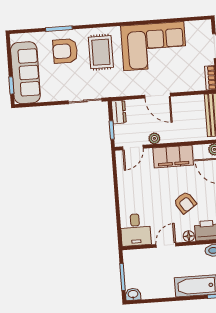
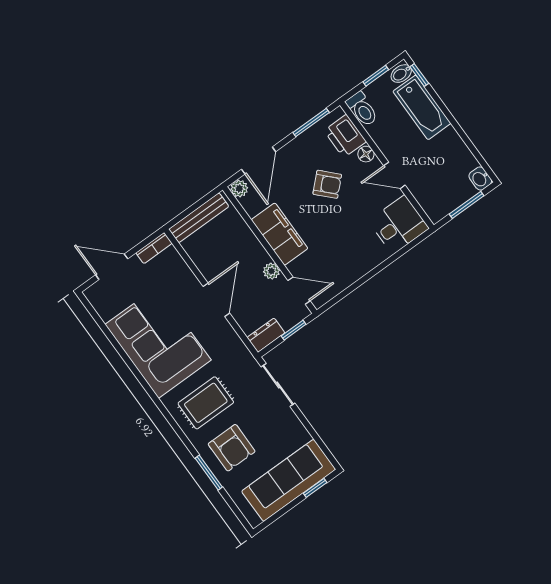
armchair: (185, 203) -> (327, 184), turned 80

